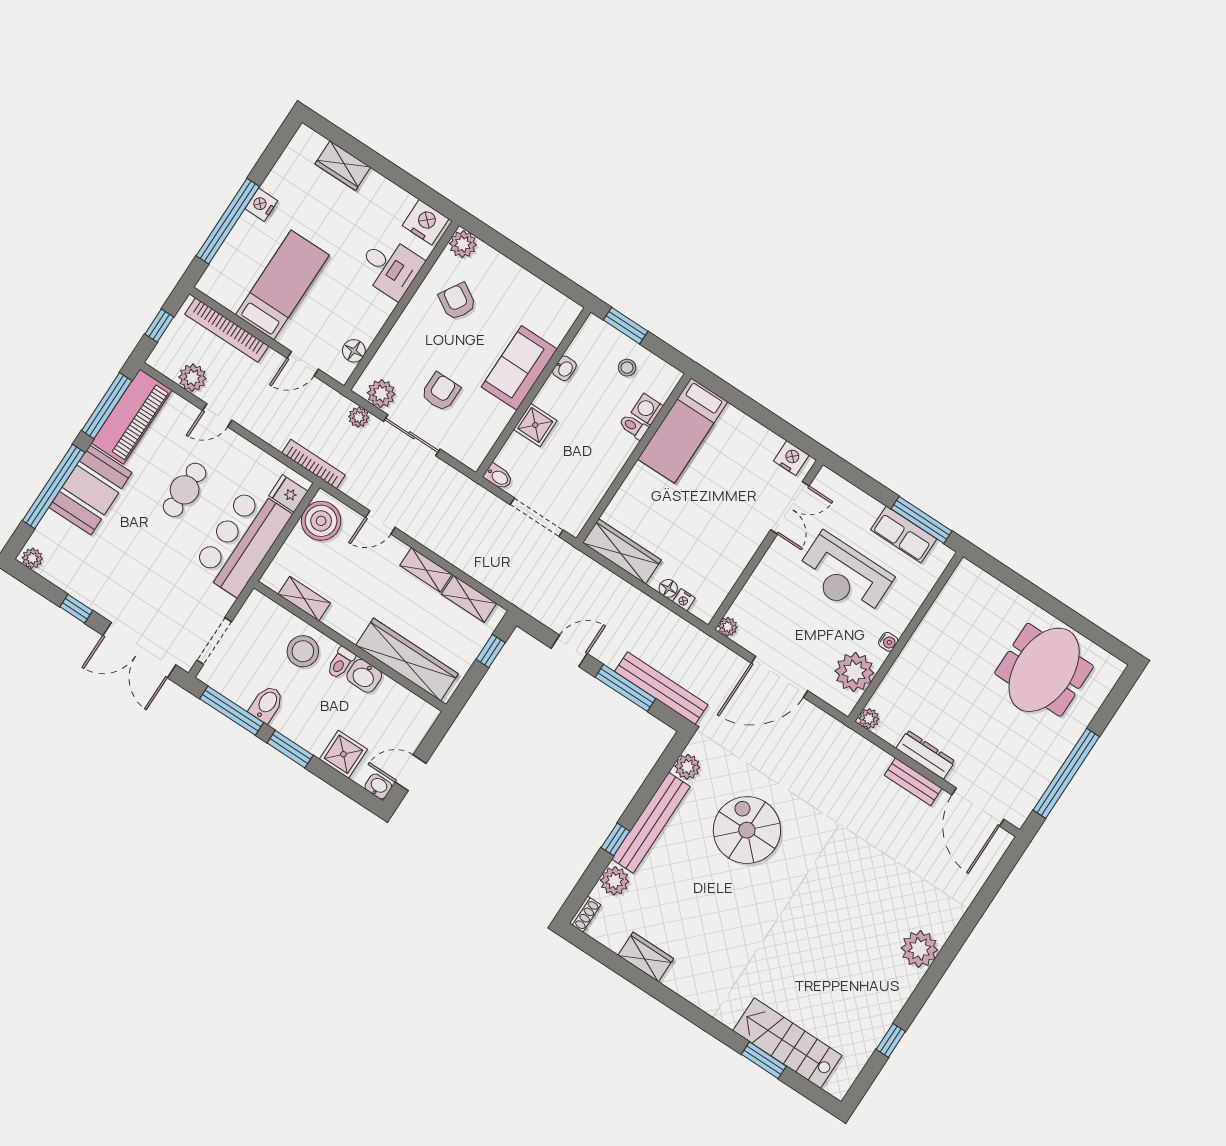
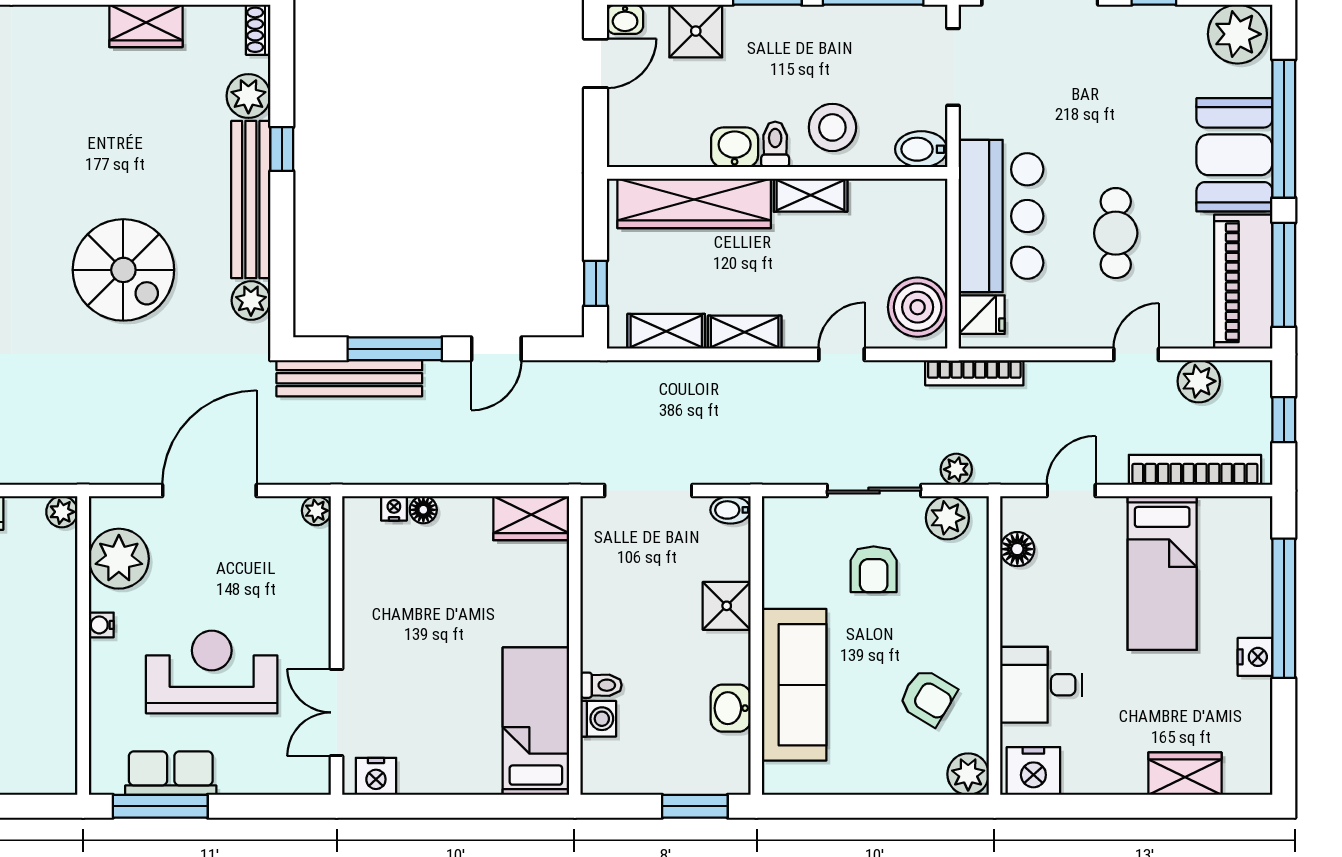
sofa: (519, 368) -> (794, 685), width x1.36
washbasin: (564, 368) -> (731, 708), width x1.38, depth x1.45
stool: (627, 368) -> (658, 754), removed
wardrobe: (622, 551) -> (531, 518), width x0.67
plant: (32, 558) -> (1237, 34), width x1.88, depth x1.88
shelving: (304, 599) -> (811, 195), moved
bidet: (267, 704) -> (921, 149), moved, turned 90

